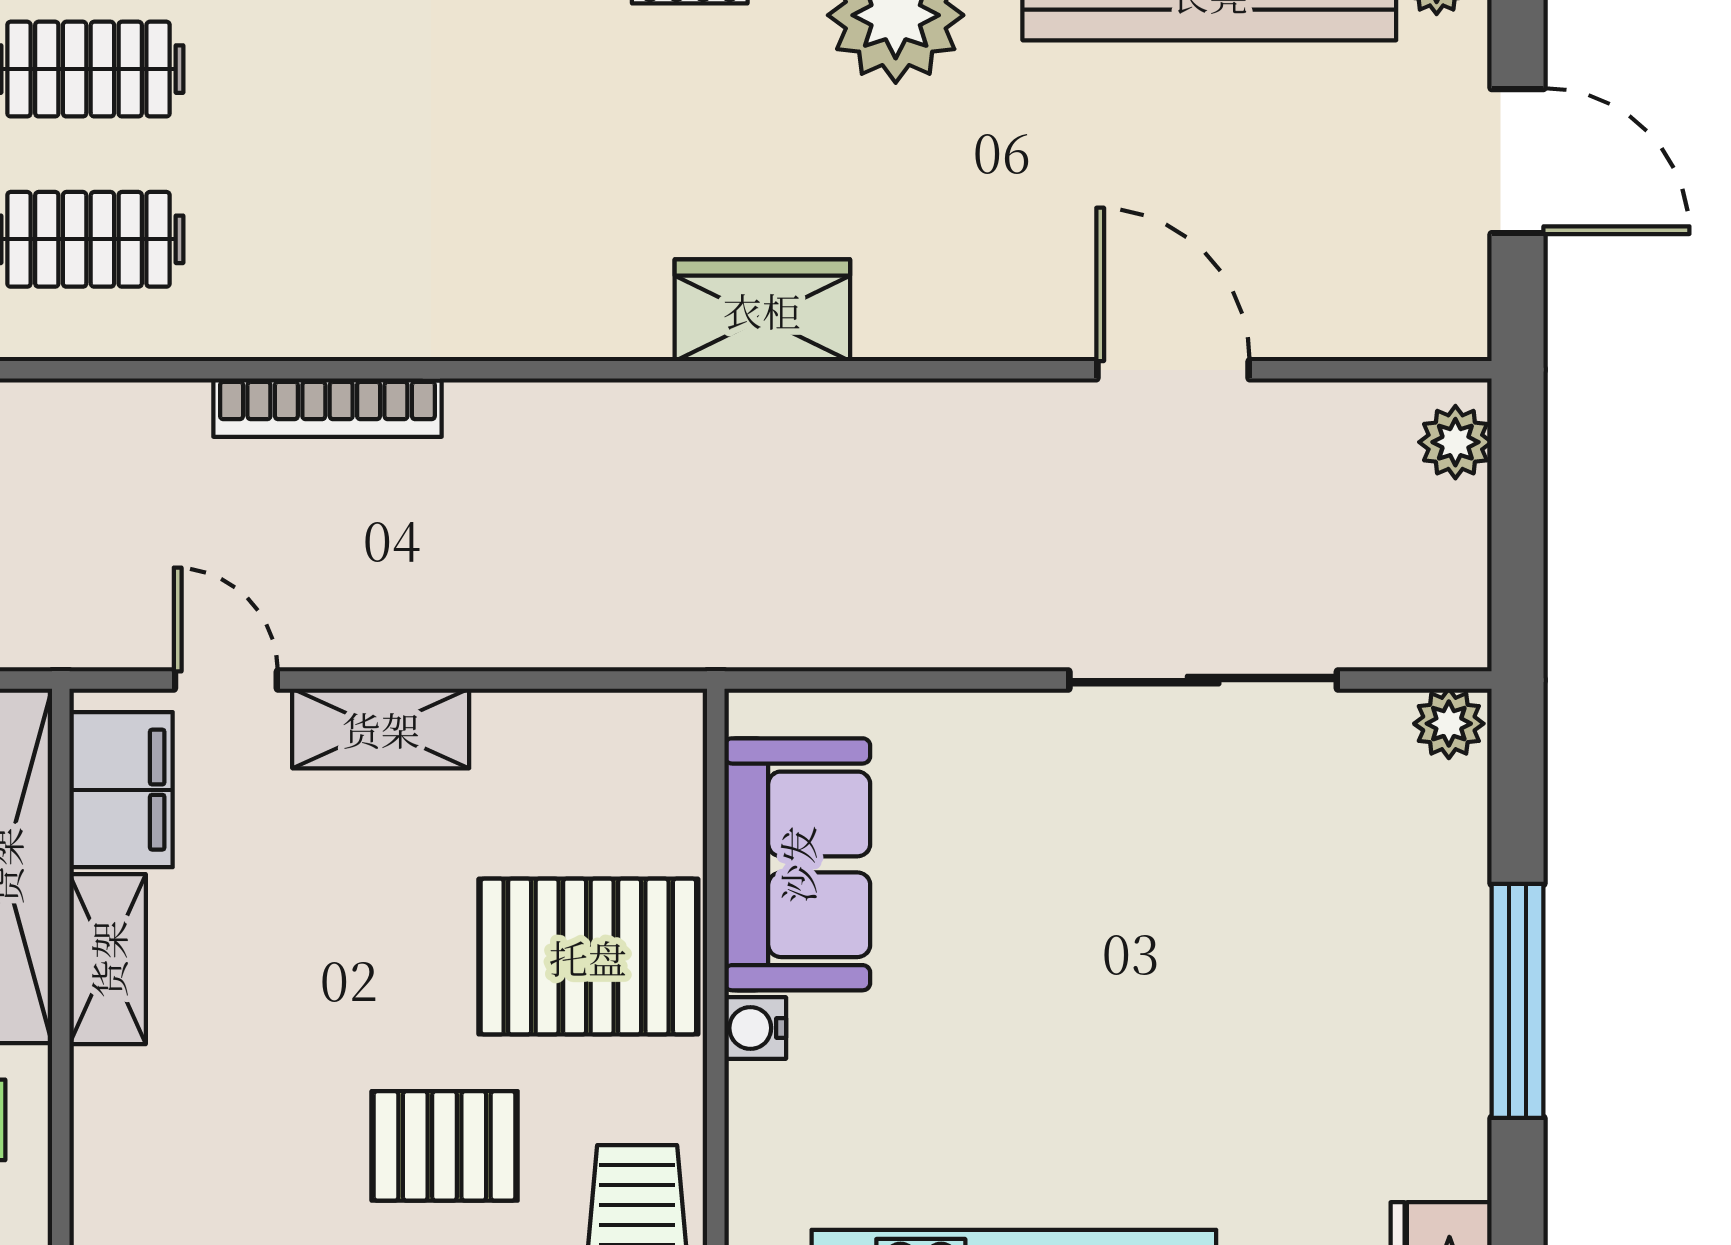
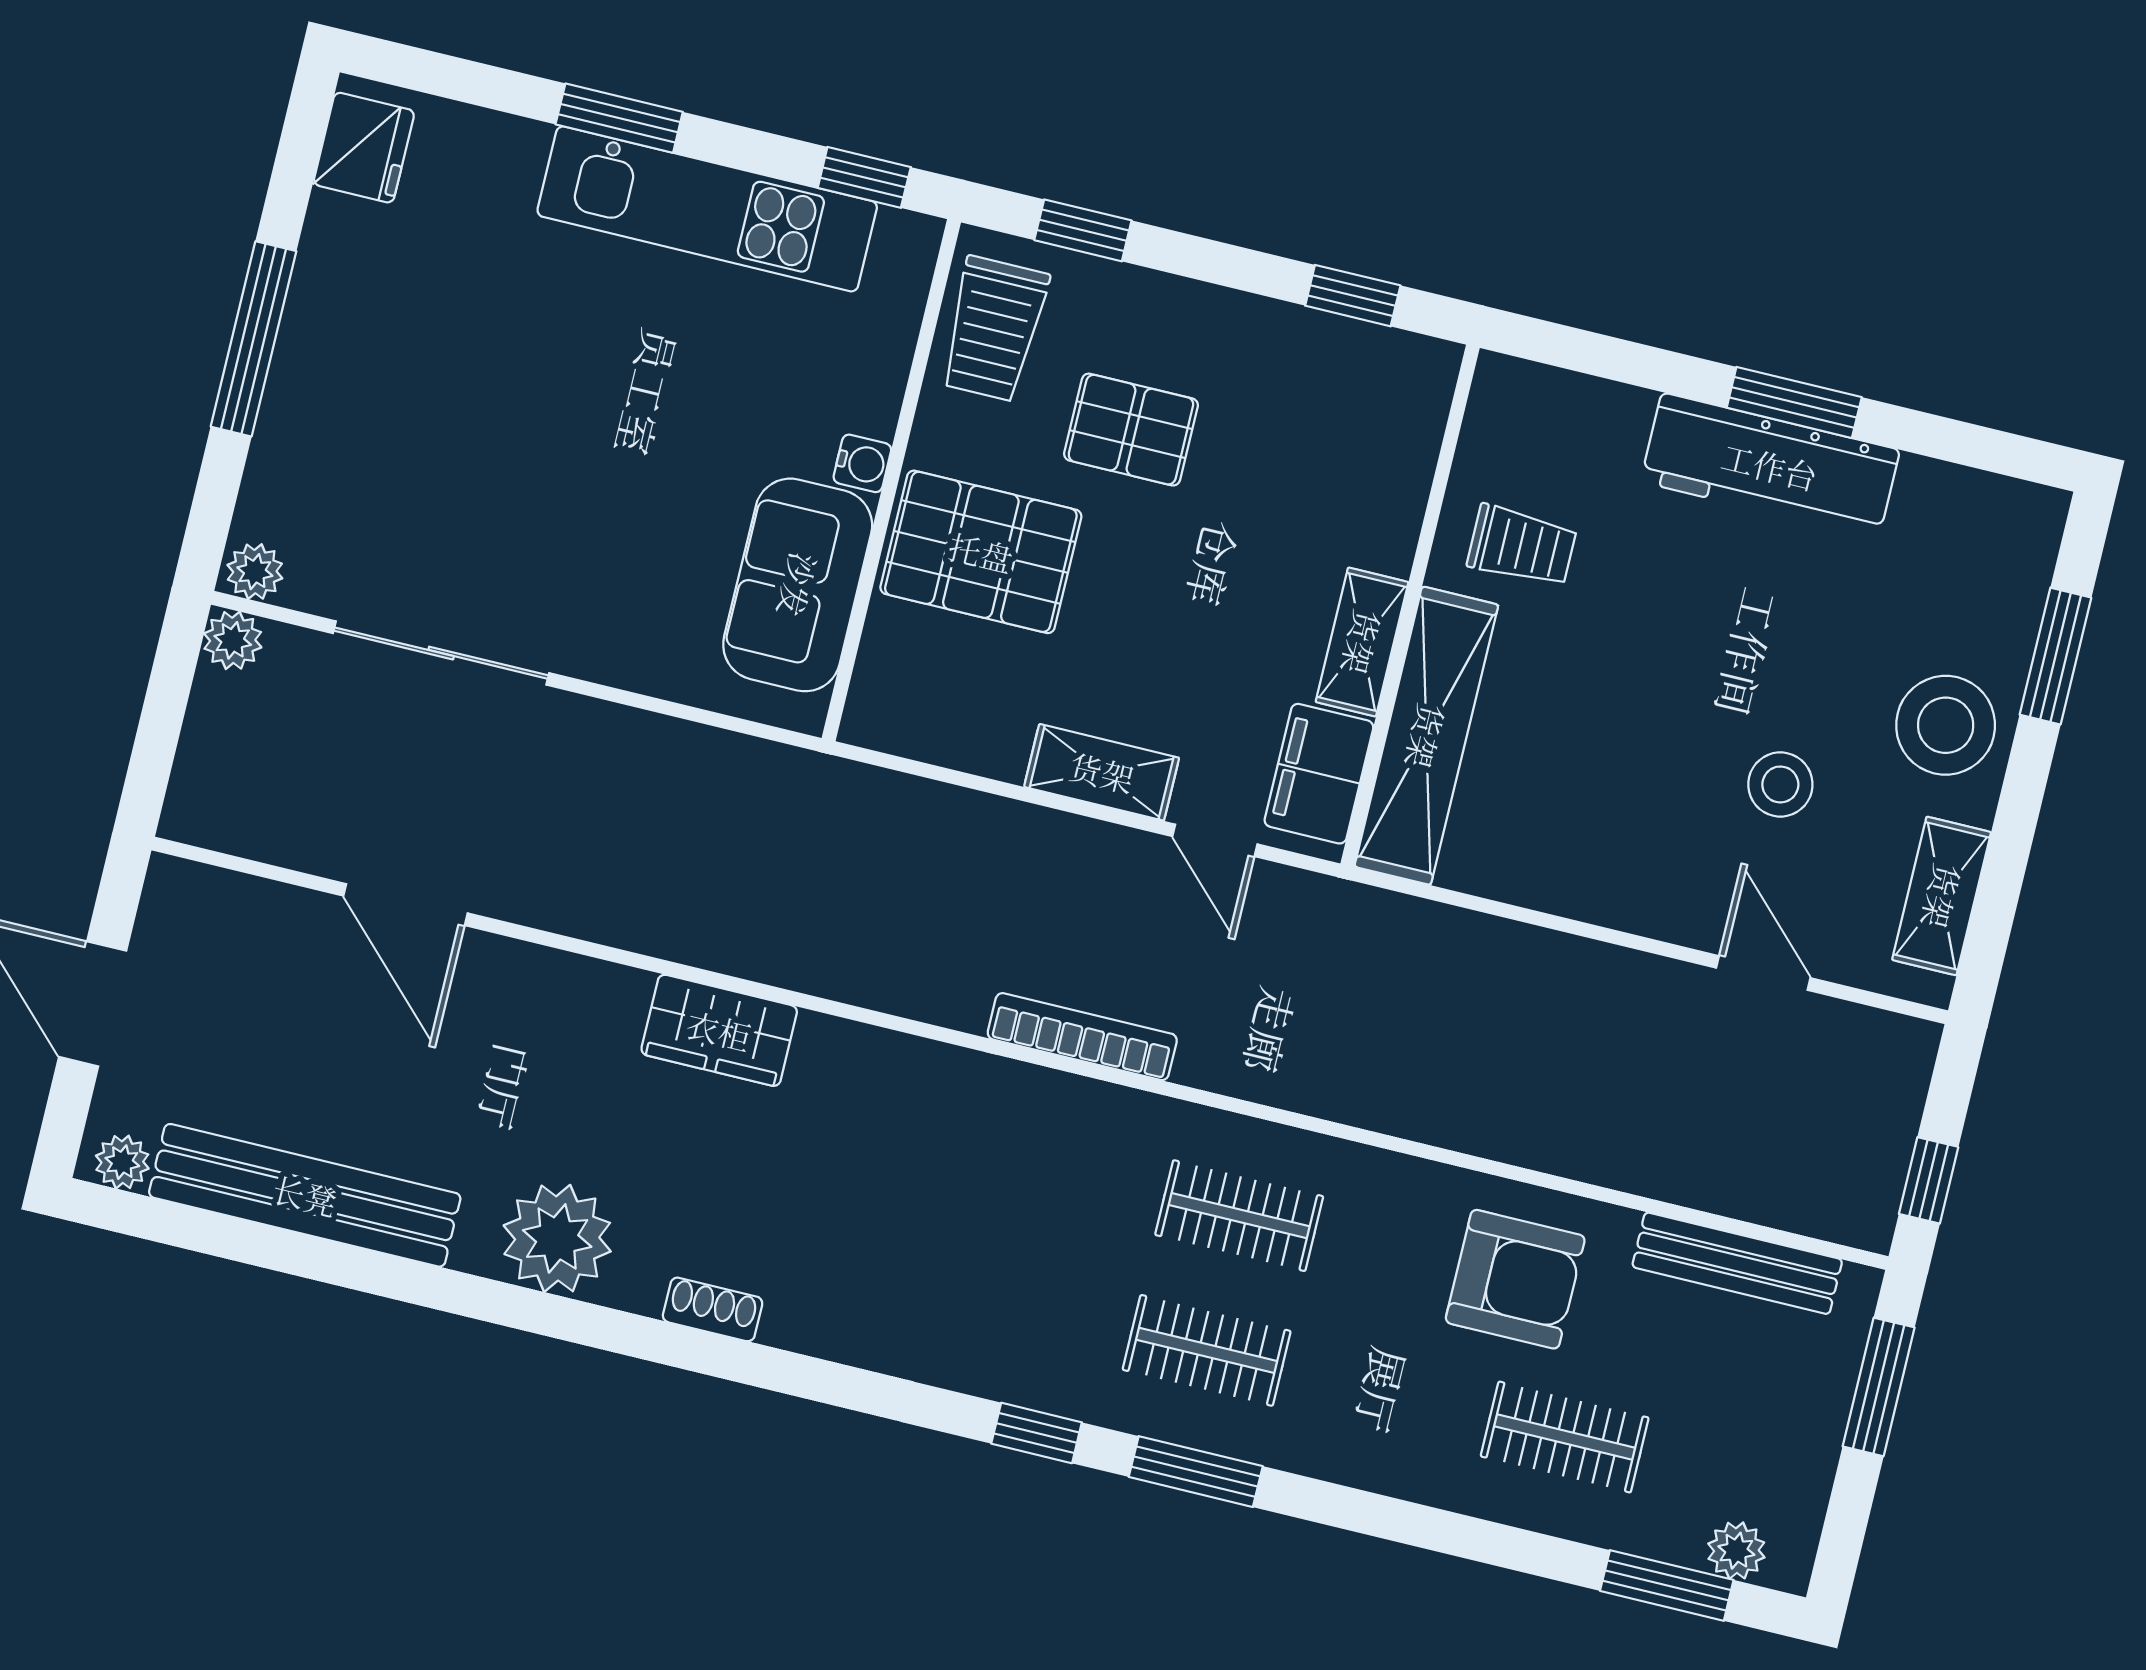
plant: (1455, 442) -> (233, 640), moved

